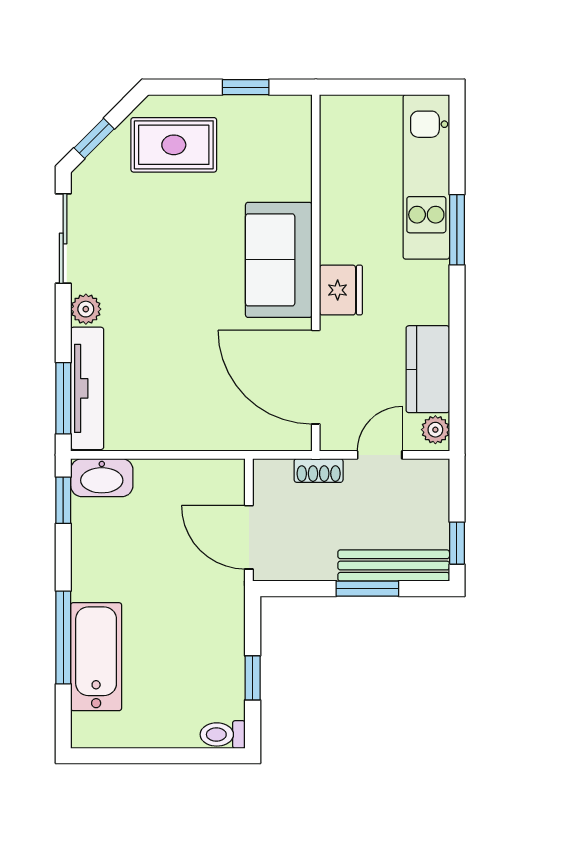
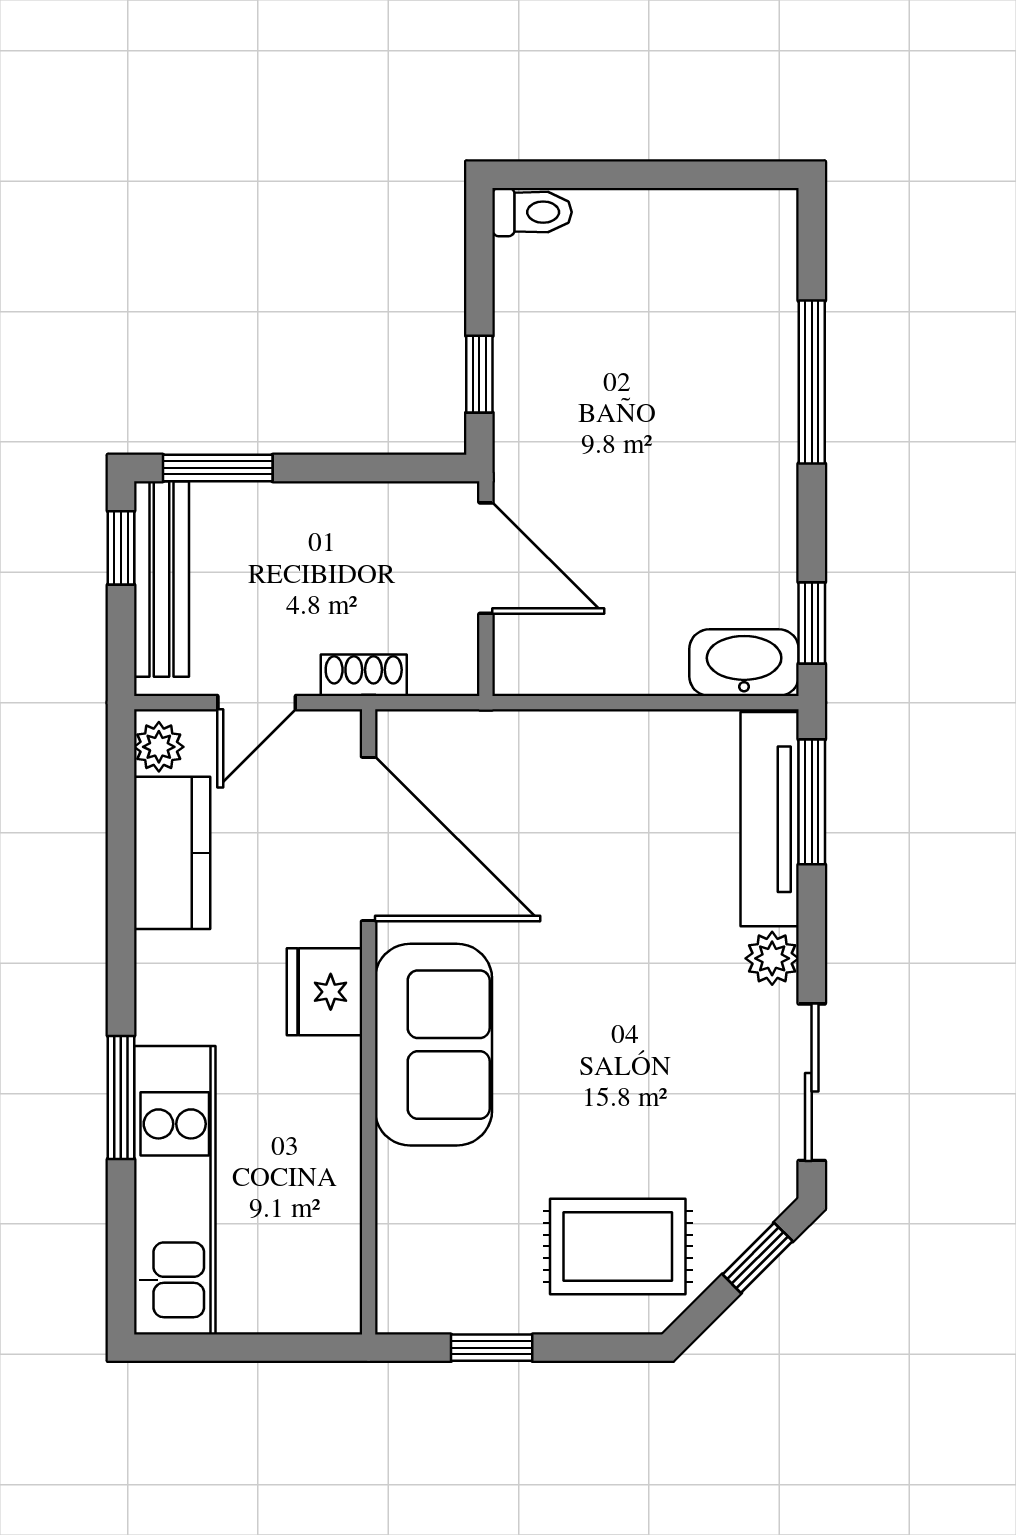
bench: (394, 566) -> (161, 579), moved, turned 90
window: (367, 589) -> (218, 468), moved
bathtub: (96, 657) -> (754, 349), removed
window: (253, 678) -> (479, 374), moved

